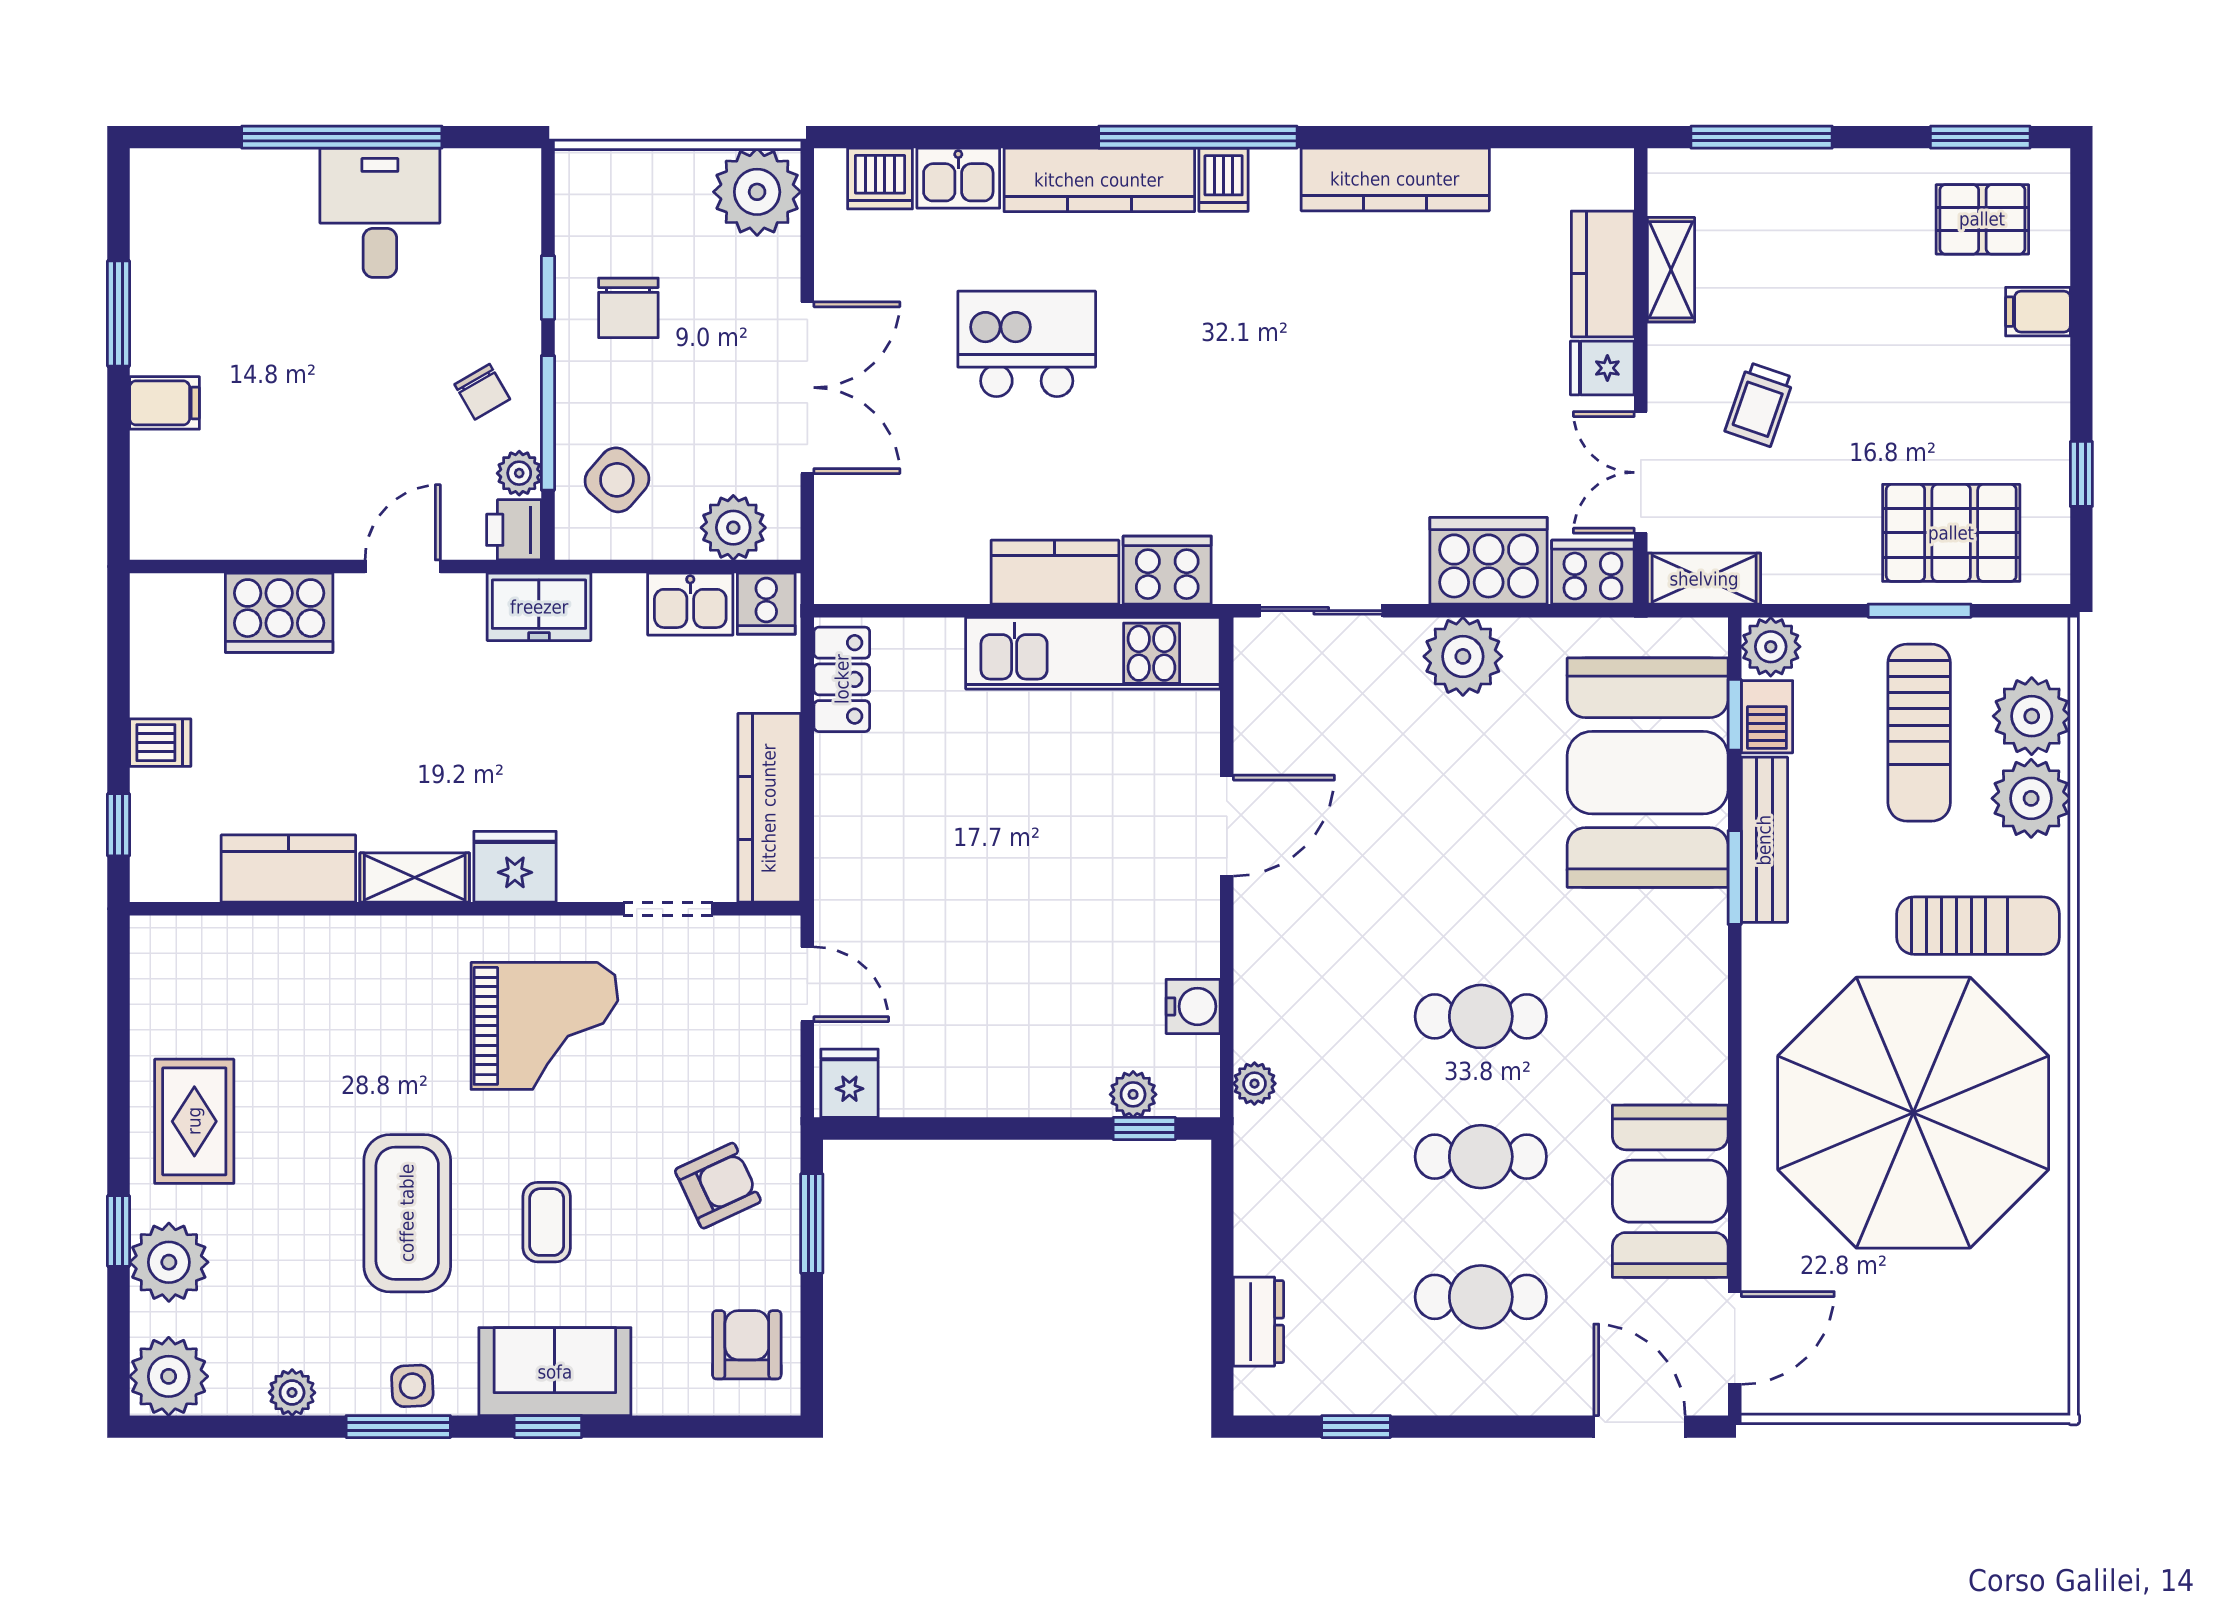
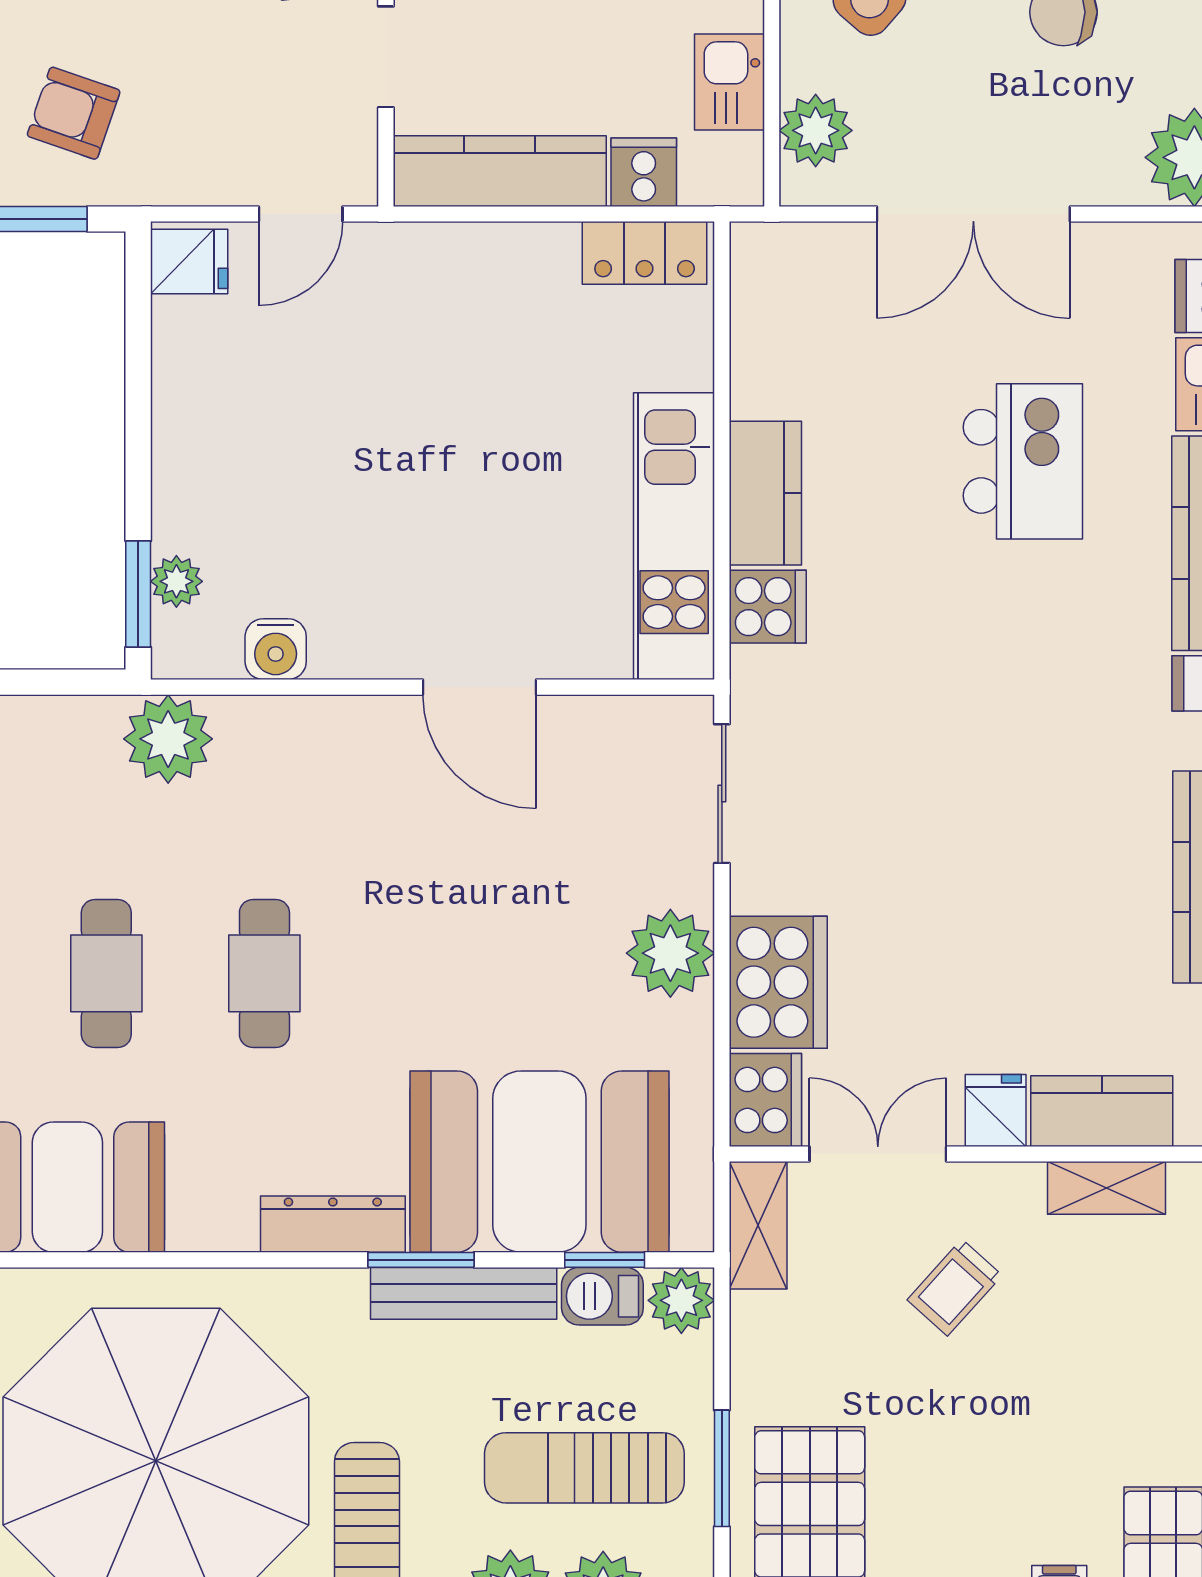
trolley: (1759, 404) -> (955, 1288), turned -67
cooker: (1167, 570) -> (768, 607), width x0.73
cooker: (766, 604) -> (644, 172), moved, turned 90
dresser: (1703, 956) -> (333, 1224), added
plant: (1254, 1084) -> (168, 739), width x1.87, depth x1.87
window: (1144, 1128) -> (138, 594), width x1.50
armchair: (718, 1186) -> (74, 113), turned 134

